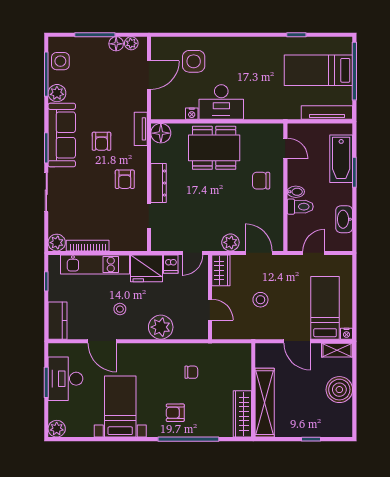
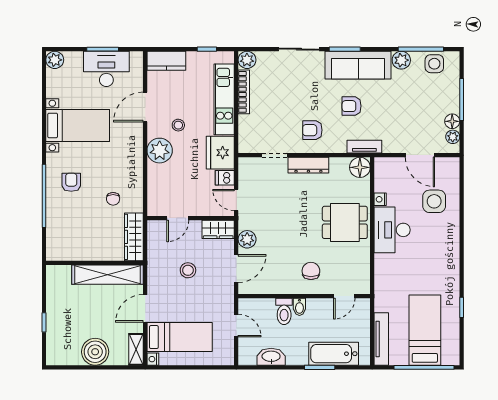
dining table: (214, 148) -> (345, 222), width x0.73
plant: (161, 327) -> (160, 151), moved
shelving: (265, 403) -> (107, 275), moved
wardrobe: (242, 414) -> (134, 237), moved, turned -90

